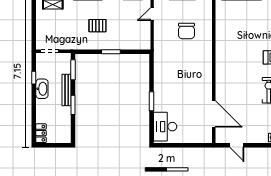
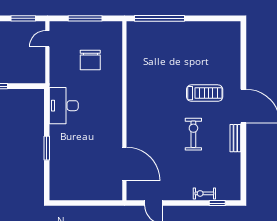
desk: (165, 127) -> (64, 106), moved

